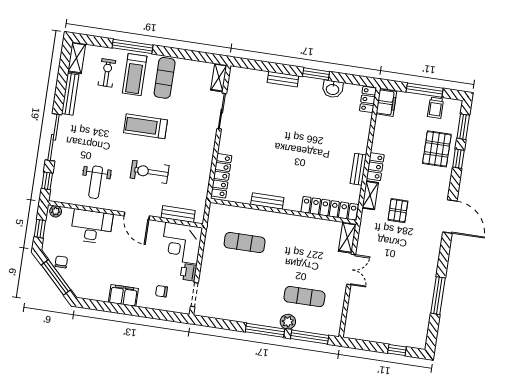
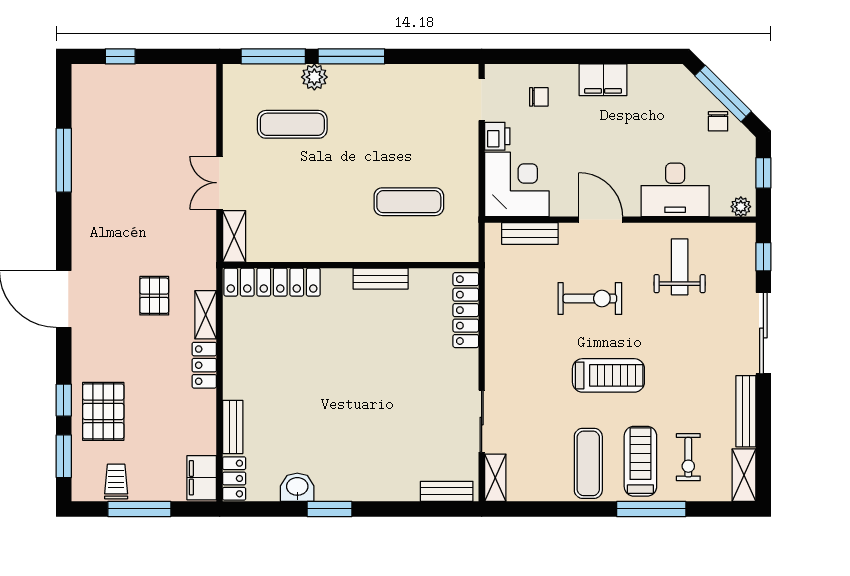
bench: (283, 79) -> (447, 491), moved
bench: (358, 169) -> (233, 427), moved

